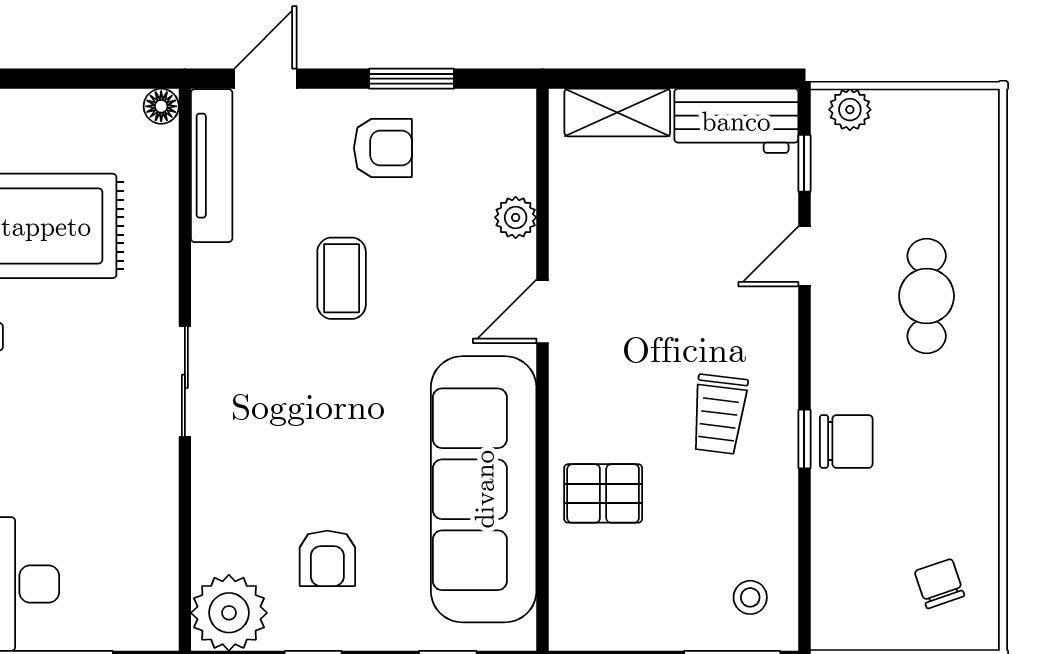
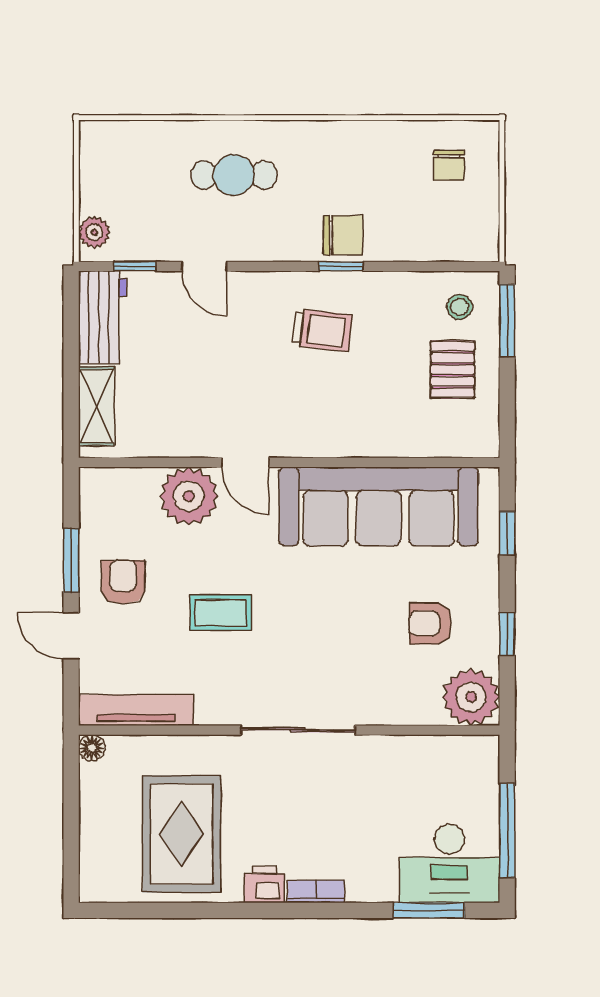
door: (266, 79) -> (71, 636), moved
plant: (516, 217) -> (189, 496), width x1.87, depth x1.87
sliding door: (185, 381) -> (298, 730), width x1.37
chair: (846, 441) -> (343, 235), turned 90
pallet: (603, 493) -> (453, 370), moved
armchair: (327, 558) -> (430, 623), turned 180
chair: (939, 584) -> (449, 165), turned -71

